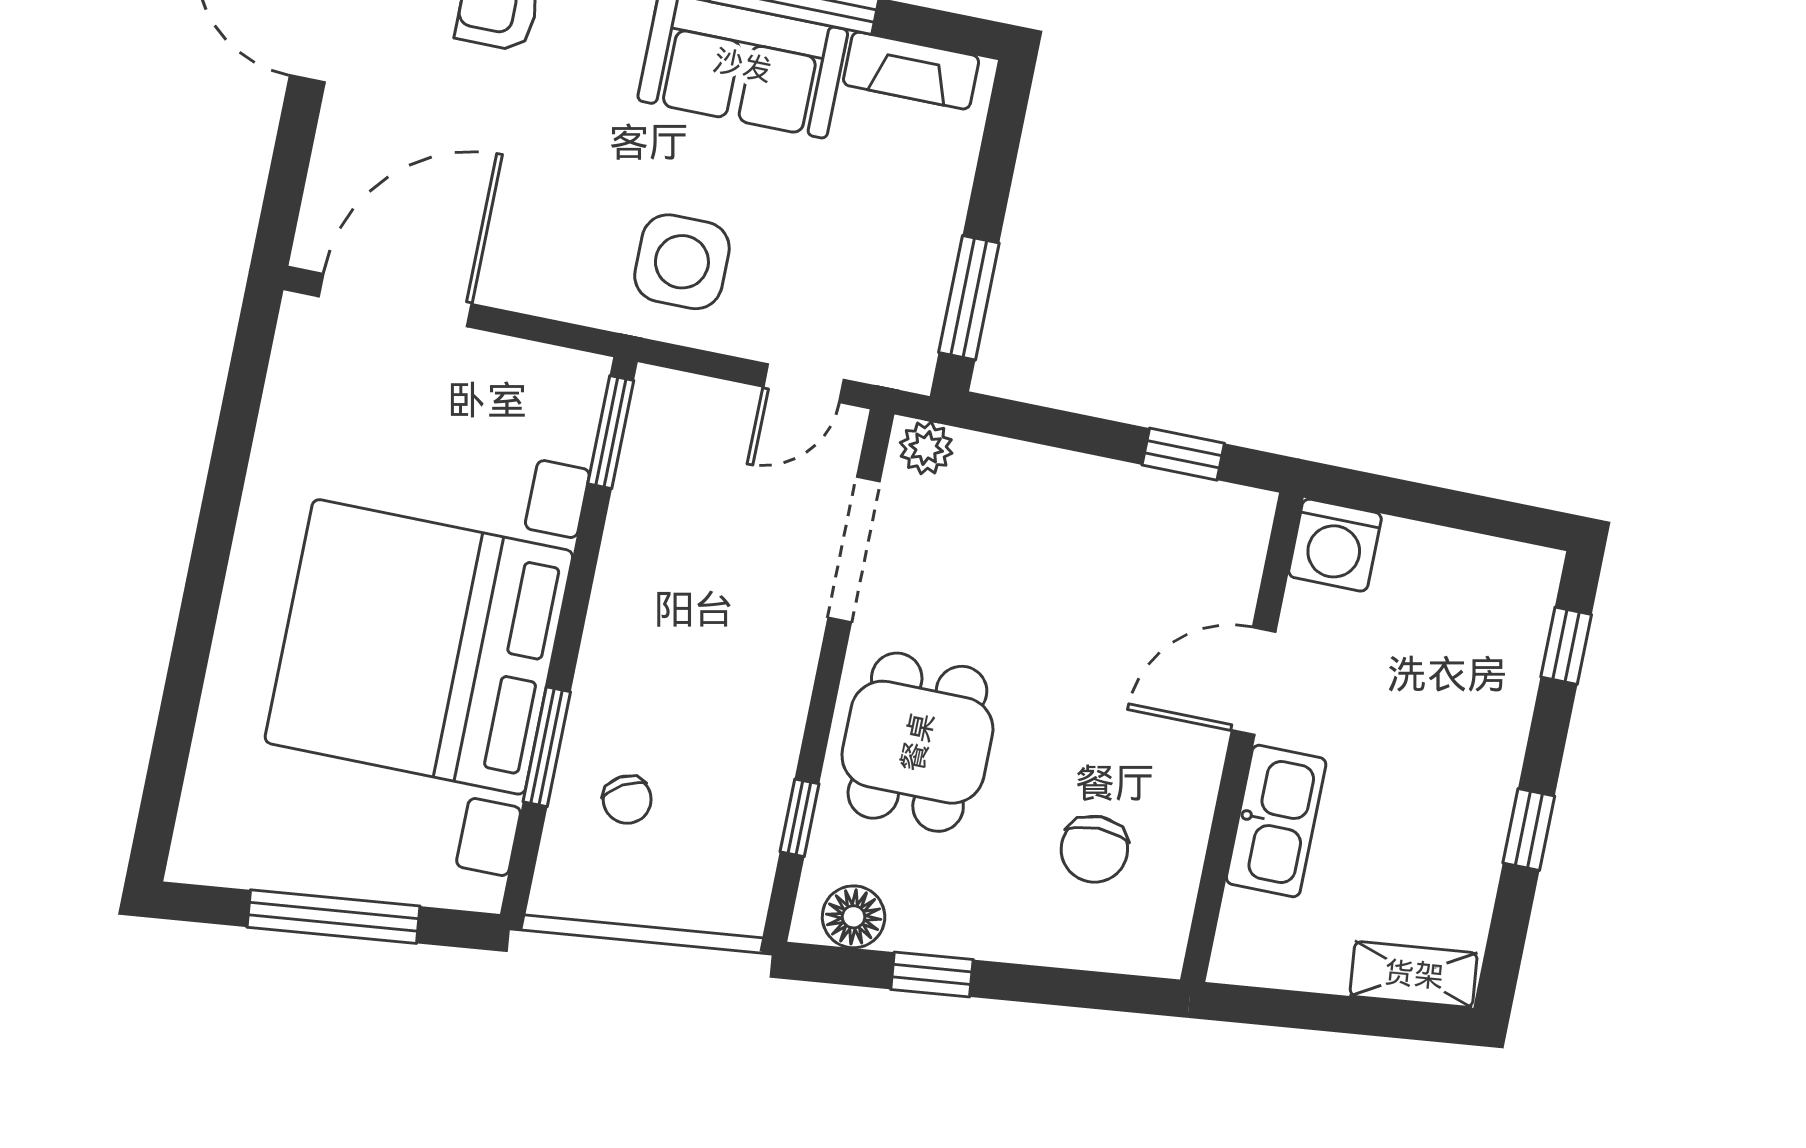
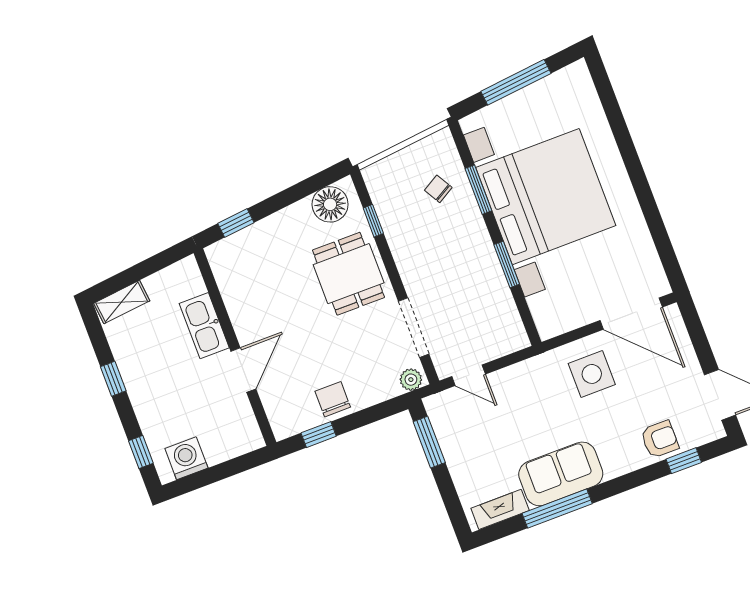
side table: (682, 262) -> (592, 374), moved
door: (395, 300) -> (631, 314), hinge flipped
door: (803, 383) -> (469, 375), swing flipped
window: (611, 432) -> (507, 264), moved
washing machine: (1335, 545) -> (186, 458), moved
chair: (1094, 849) -> (333, 399), moved
floor lamp: (854, 917) -> (330, 204), width x1.38, depth x1.38
window: (932, 974) -> (236, 223), moved

